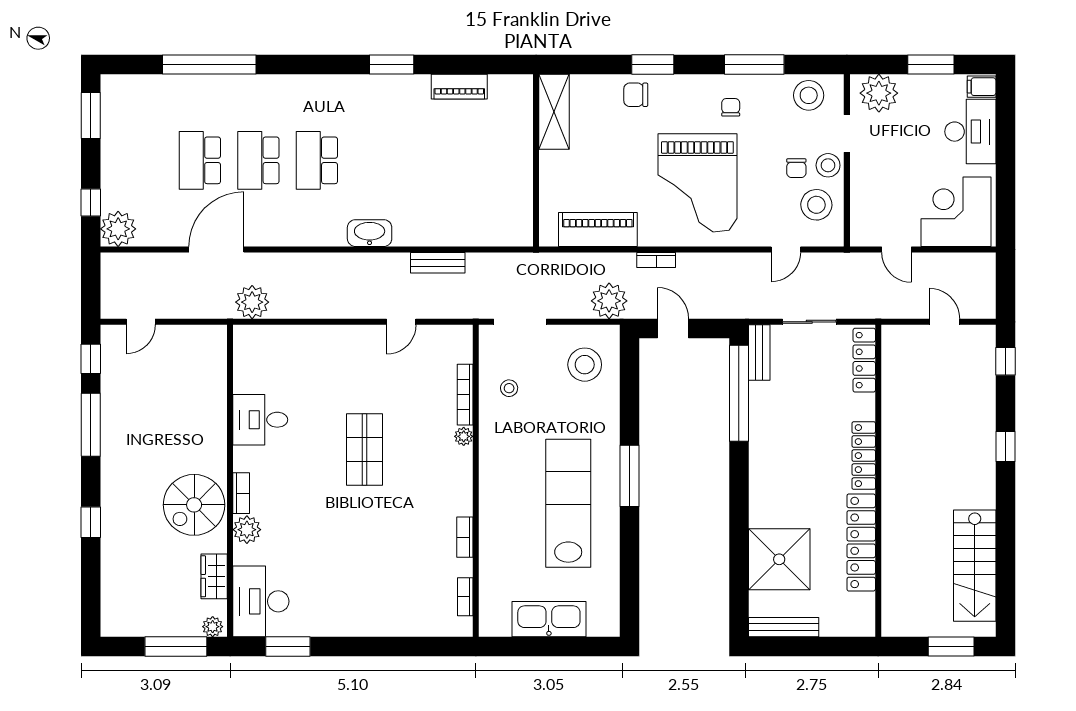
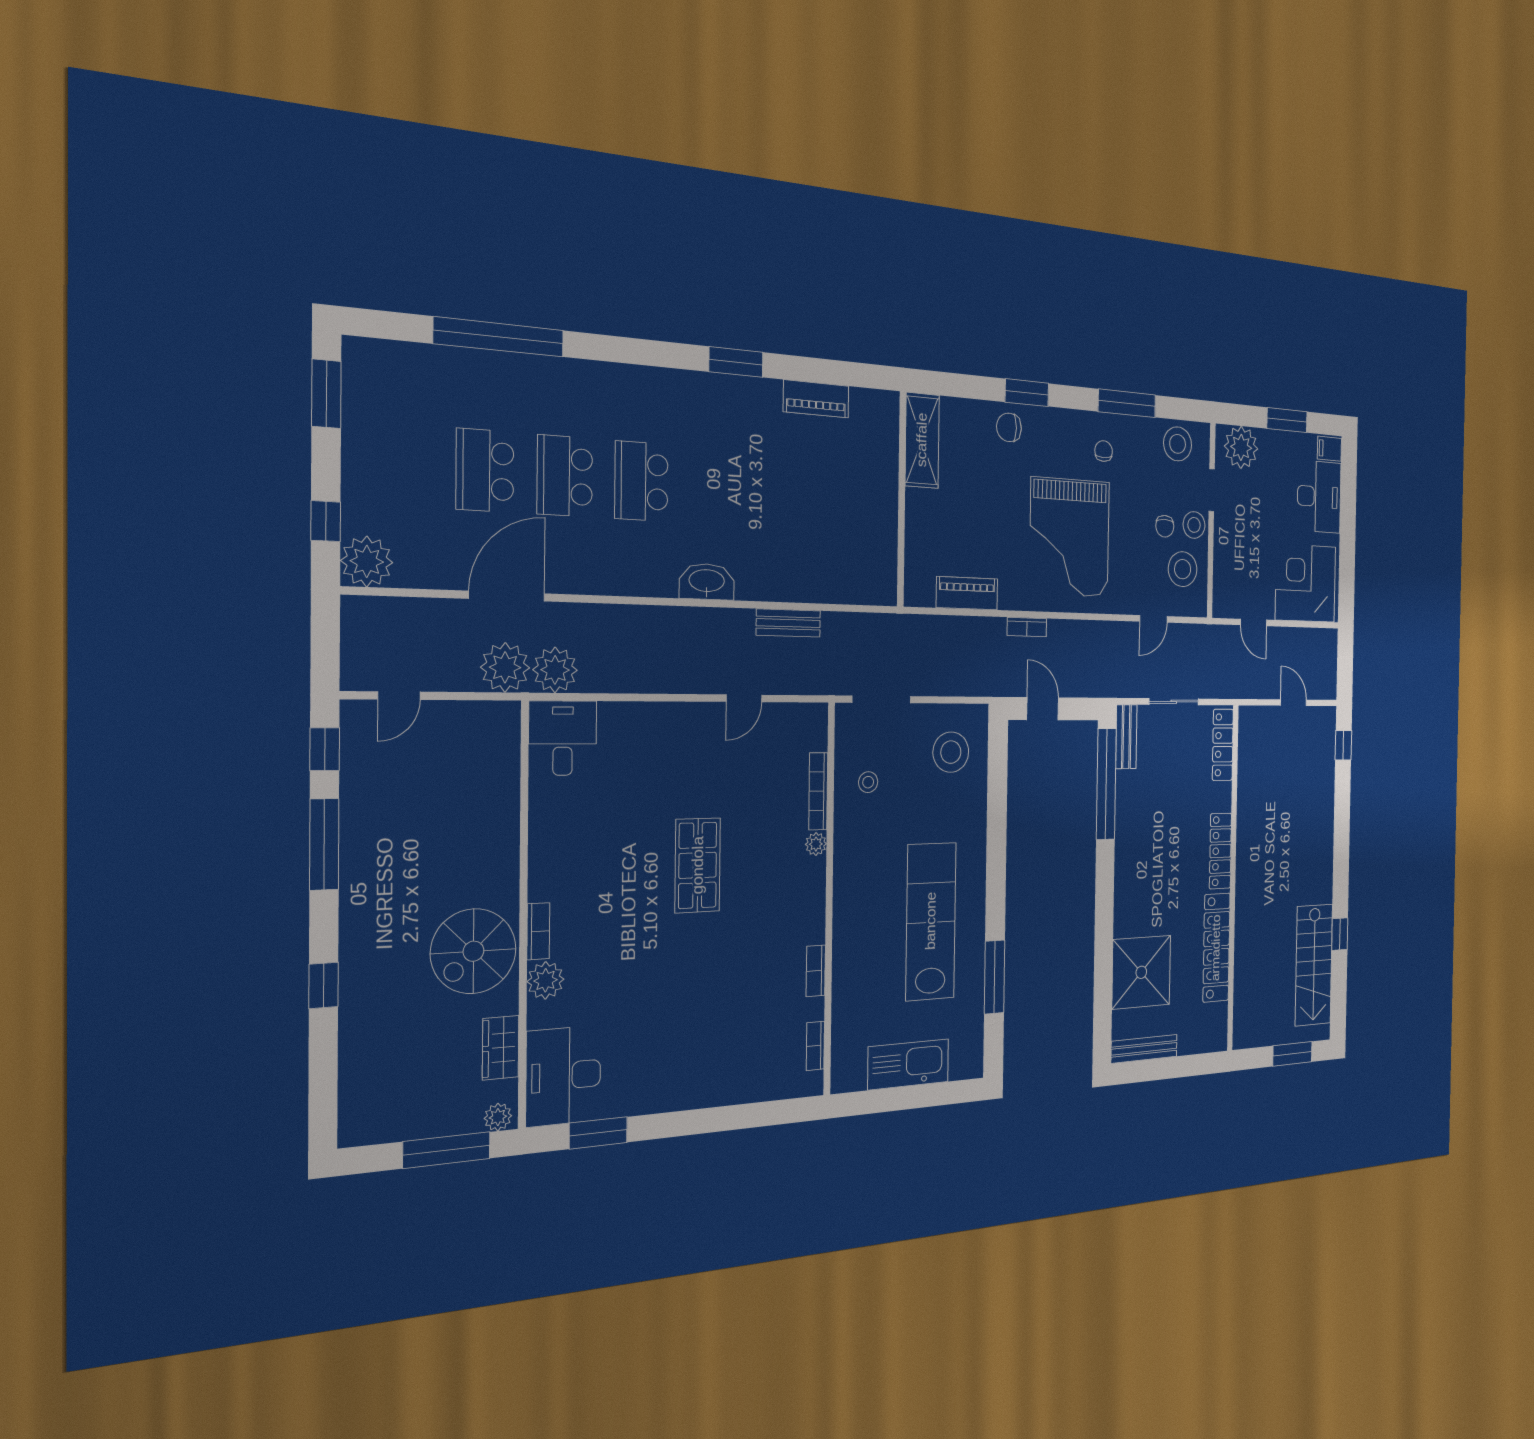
piano: (598, 230) -> (967, 593), width x0.73, depth x0.75
plant: (609, 301) -> (505, 667), moved
desk: (260, 420) -> (563, 738), moved, turned 90
window: (1005, 447) -> (1340, 934), moved
window: (630, 476) -> (995, 977), moved

